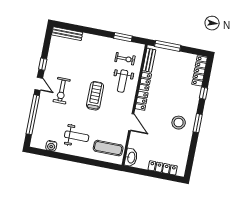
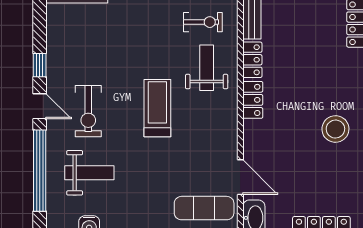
weight bench: (123, 81) -> (207, 68), turned 180
door: (131, 122) -> (240, 177), moved
weight bench: (77, 136) -> (89, 173), moved

